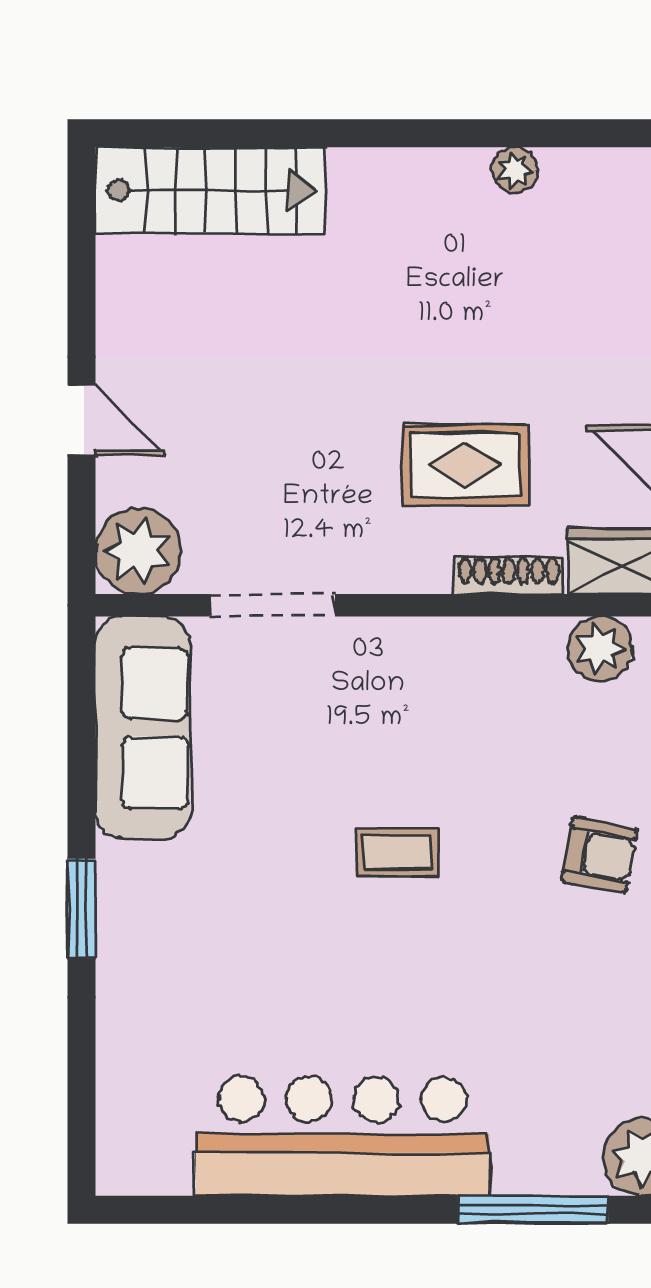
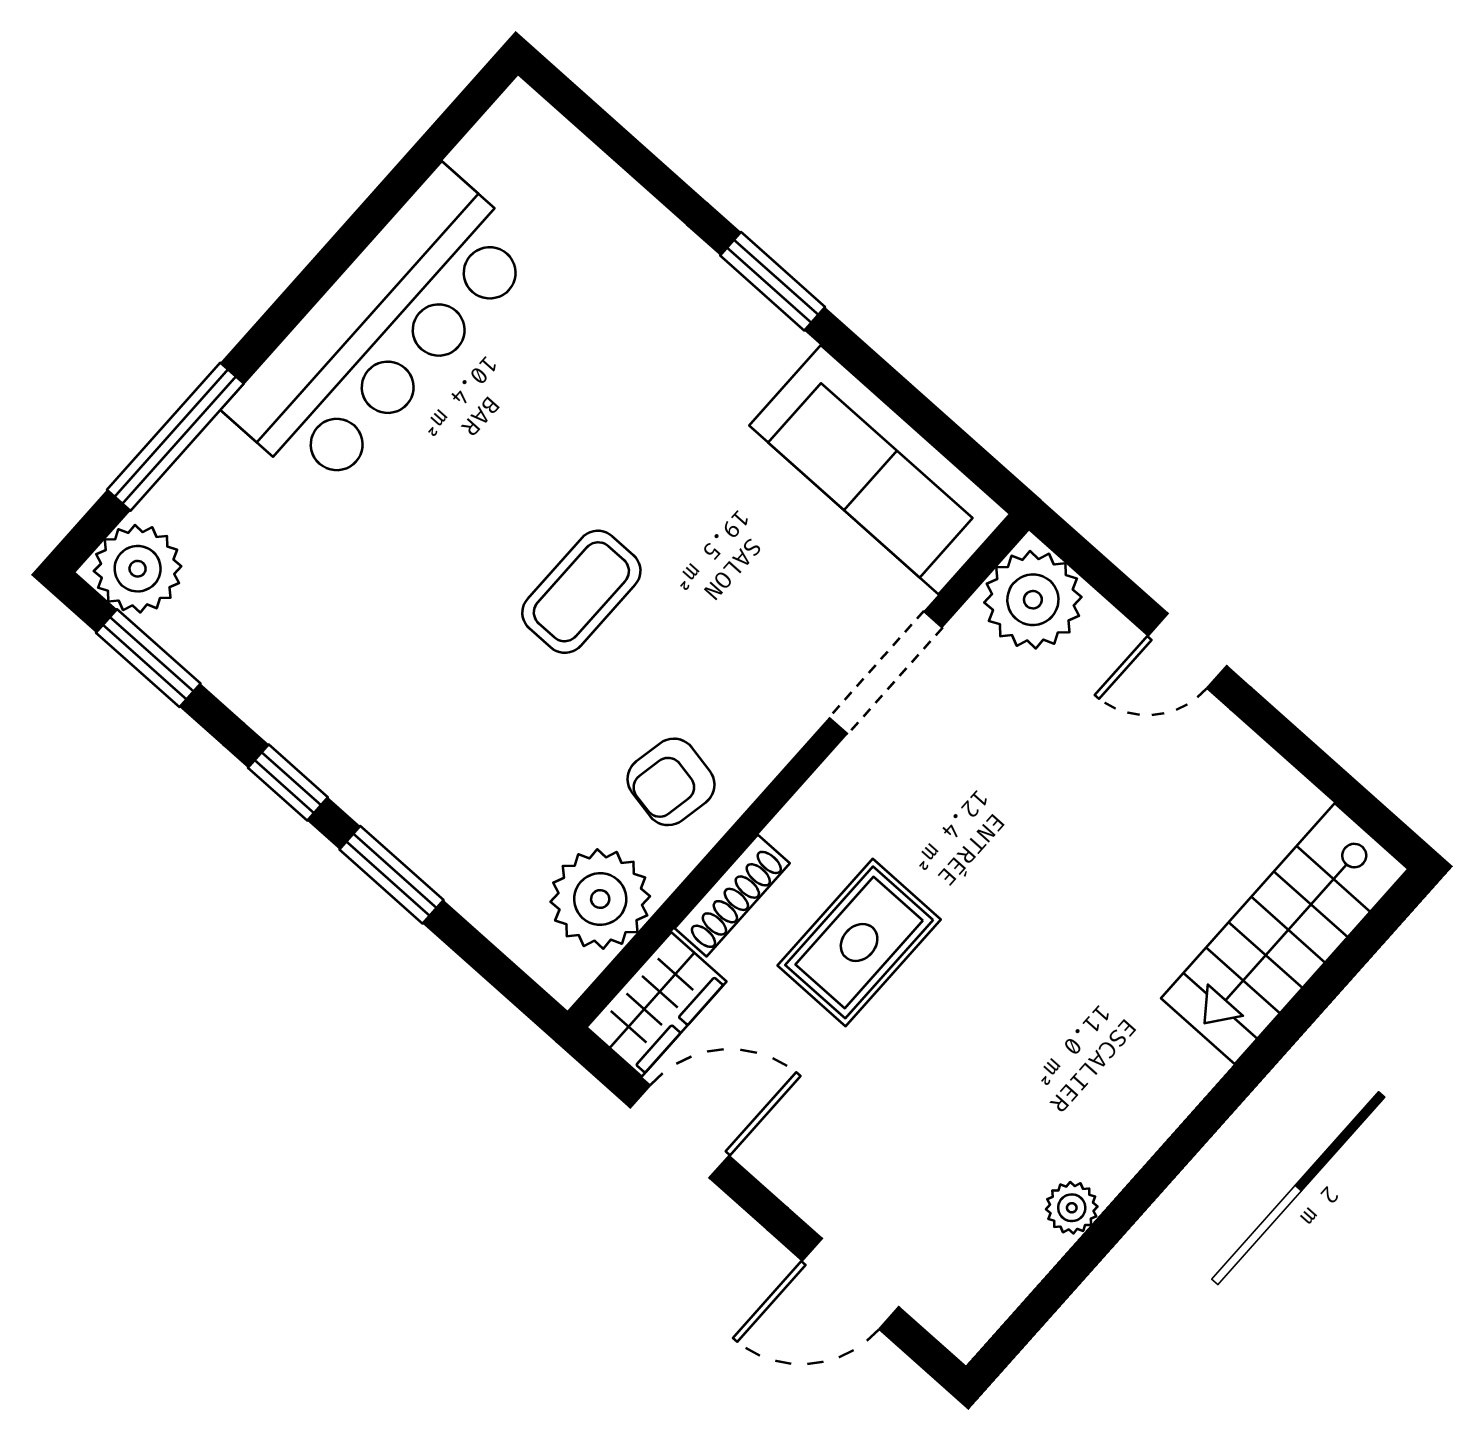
plant: (600, 649) -> (600, 899), width x1.36, depth x1.36
coffee table: (397, 852) -> (581, 592), width x1.36, depth x1.30
armchair: (599, 855) -> (671, 782), moved

